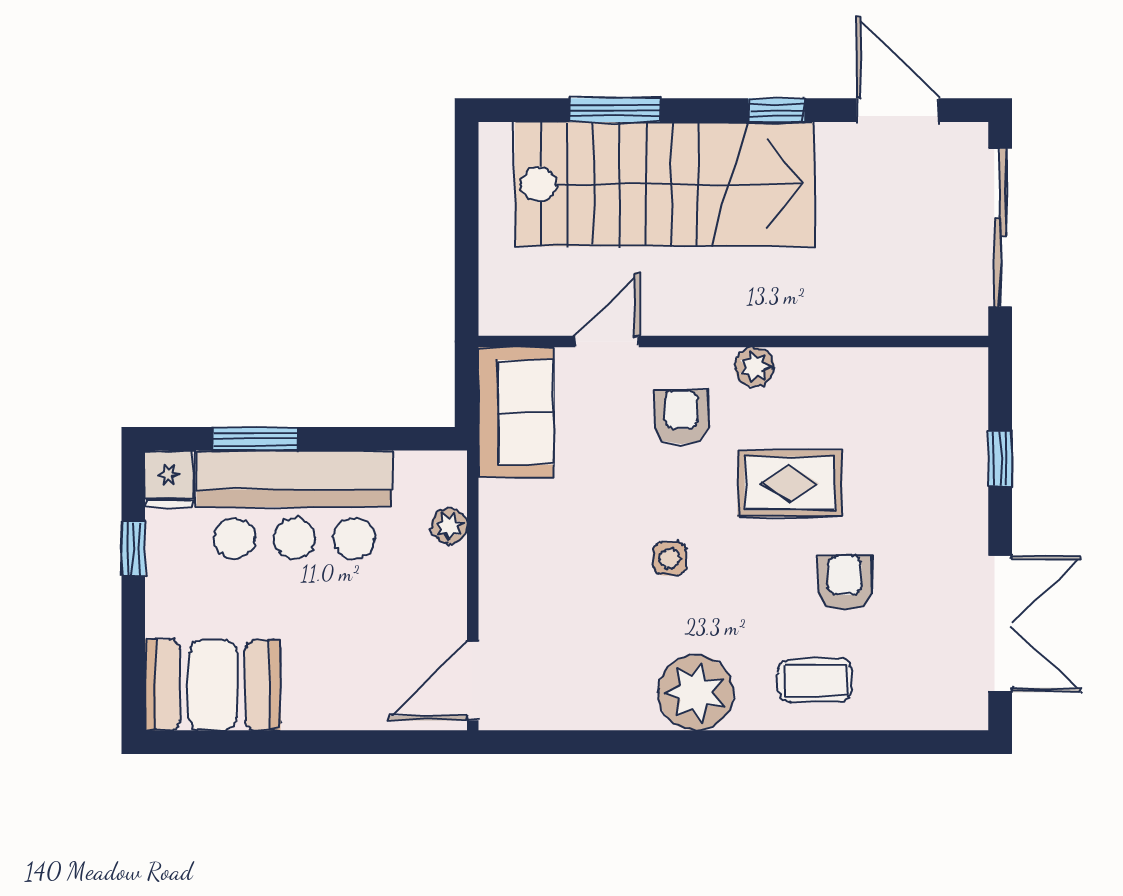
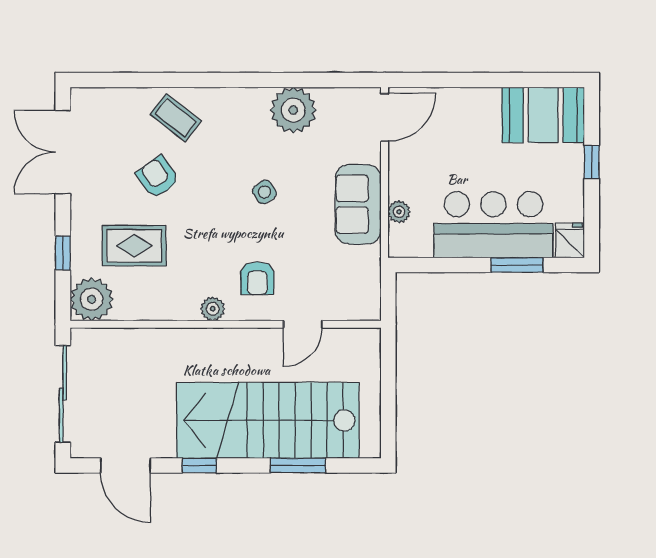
plant: (953, 383) -> (92, 299), added
sofa: (516, 412) -> (358, 204), moved
rug: (790, 484) -> (134, 246), moved
window: (133, 549) -> (592, 162), moved
side table: (670, 559) -> (264, 192), turned -34
armchair: (845, 583) -> (158, 177), turned 145
coffee table: (815, 680) -> (176, 118), turned 40
plant: (696, 693) -> (293, 110), moved

